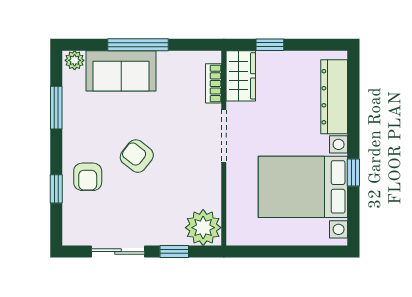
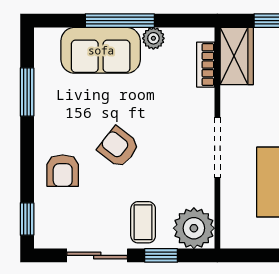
plant: (75, 60) -> (153, 38), moved
doorway: (224, 136) -> (217, 147), moved
window: (56, 189) -> (27, 219), moved
coffee table: (158, 222) -> (143, 222), added

